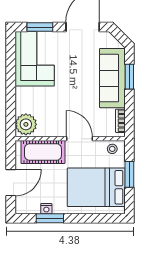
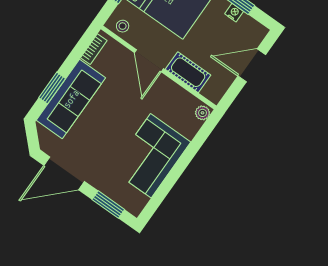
corner sofa: (35, 59) -> (151, 156), moved
plant: (26, 124) -> (203, 113), width x0.53, depth x0.53
cot: (43, 152) -> (188, 72), width x0.73, depth x0.75

